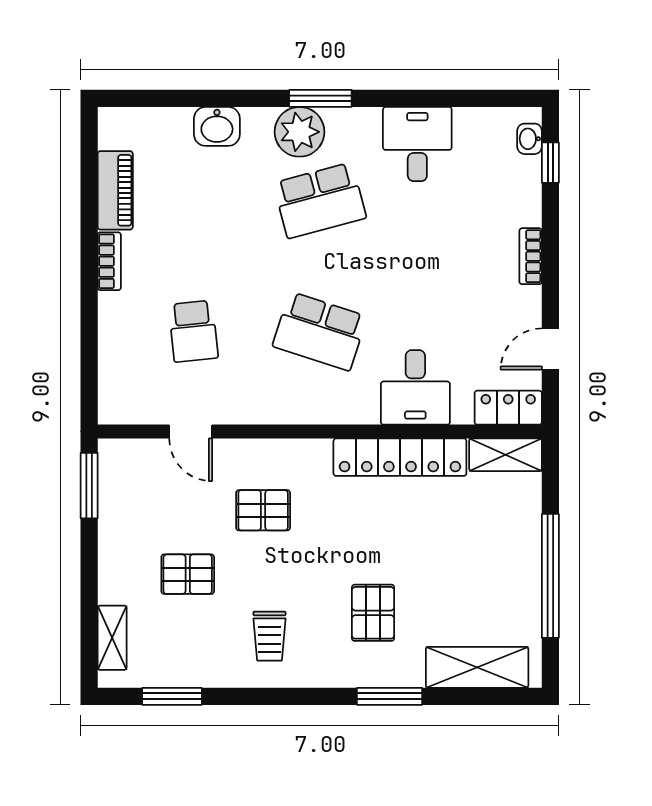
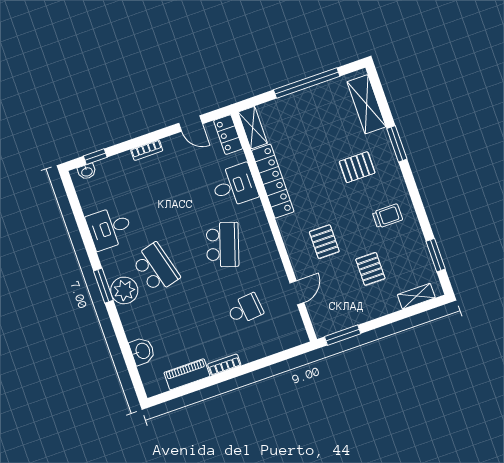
washbasin: (217, 126) -> (142, 351), moved

